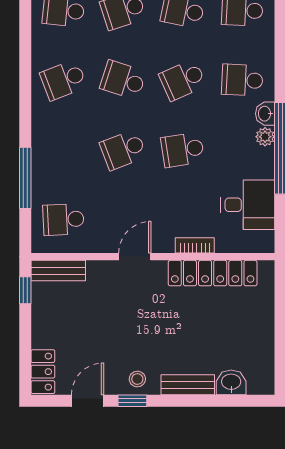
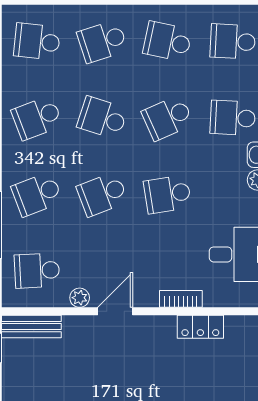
school desk: (63, 150) -> (37, 194), added
plant: (102, 244) -> (80, 298), added
locker: (213, 273) -> (200, 327), width x0.46, depth x0.83

